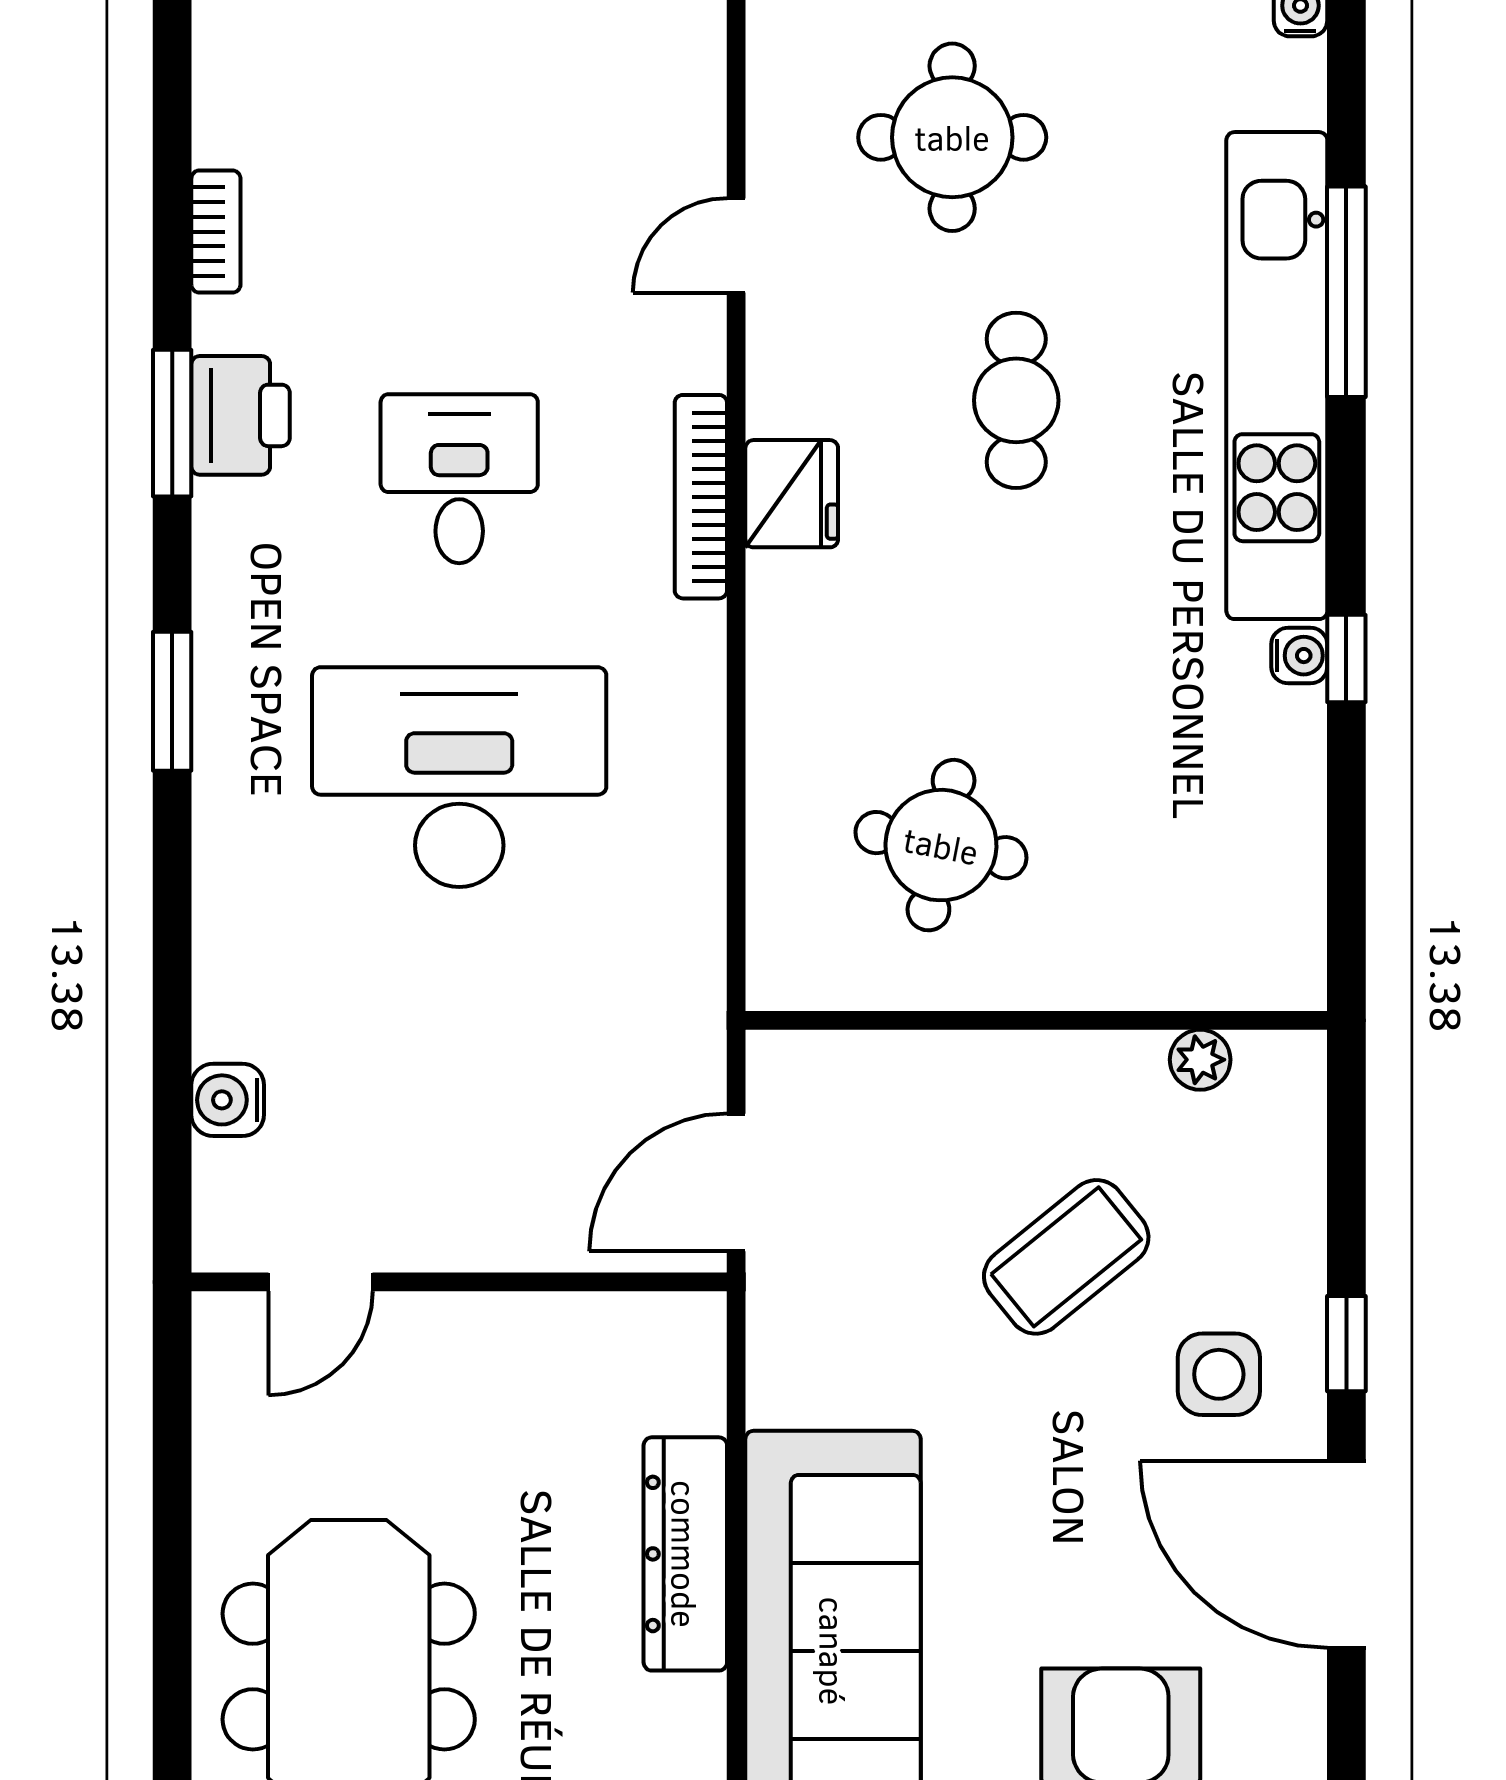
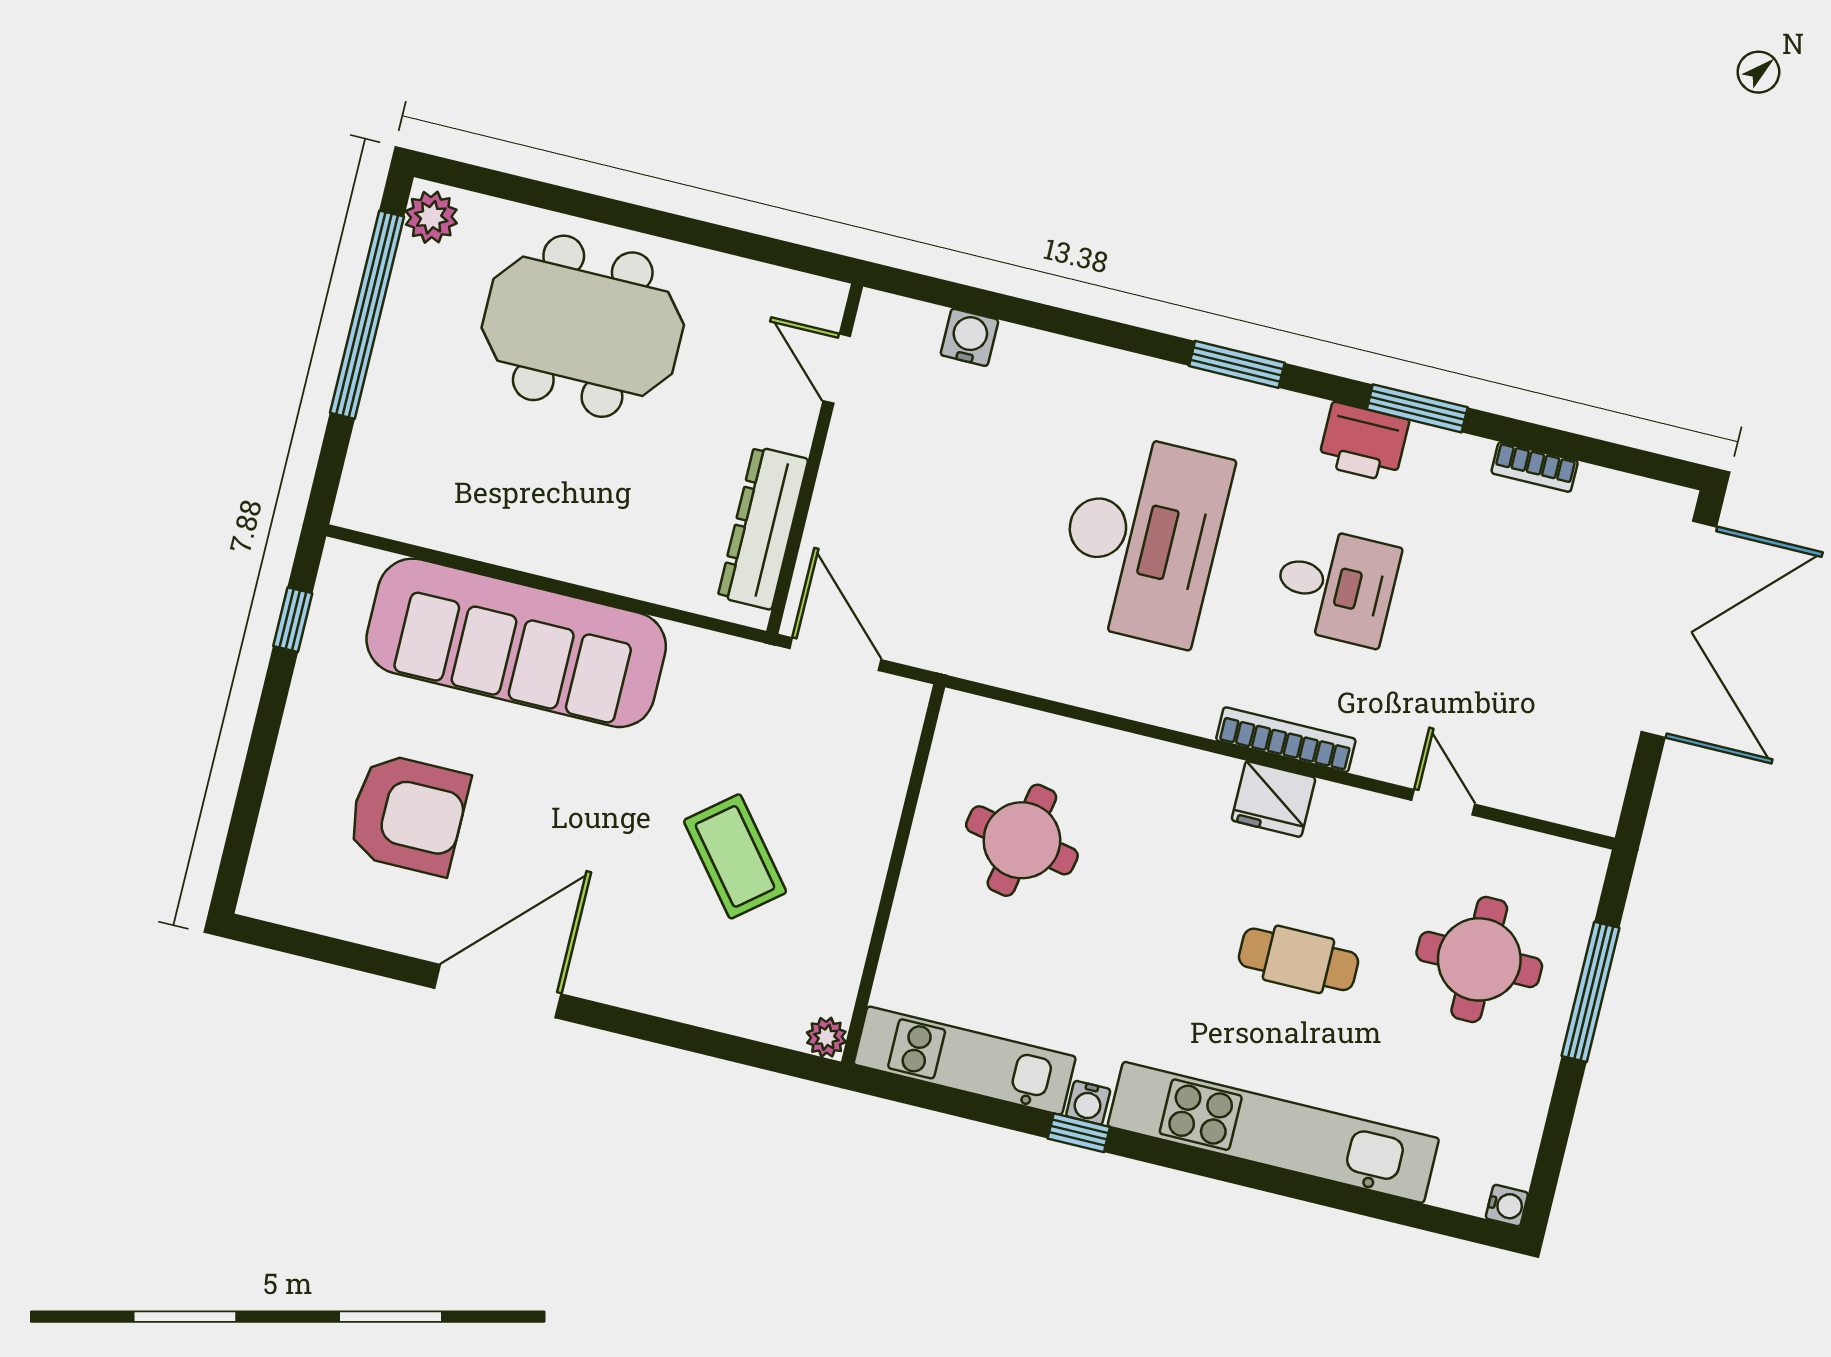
window: (1346, 292) -> (1317, 1191), removed
printer: (241, 415) -> (1364, 442), moved
kitchen unit: (1282, 850) -> (965, 1061), added
plant: (1200, 1060) -> (826, 1037), moved
window: (1346, 1344) -> (634, 1024), removed
side table: (1219, 1374) -> (635, 937), removed
dresser: (685, 1554) -> (763, 528), moved, turned -90

